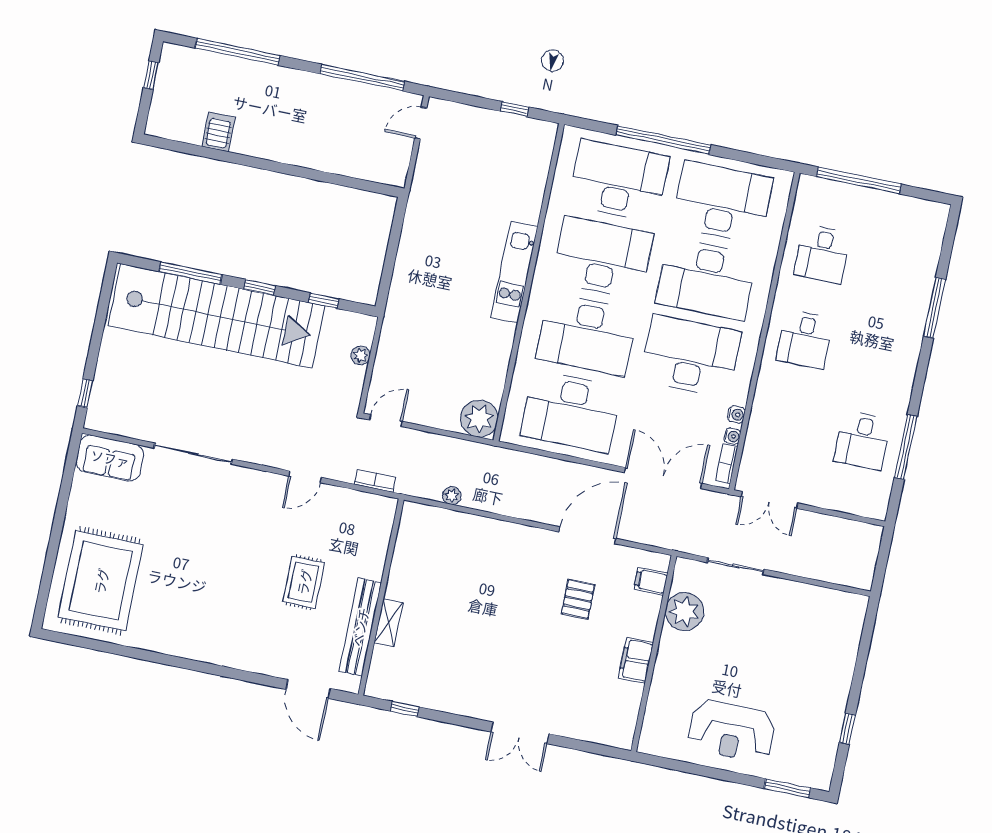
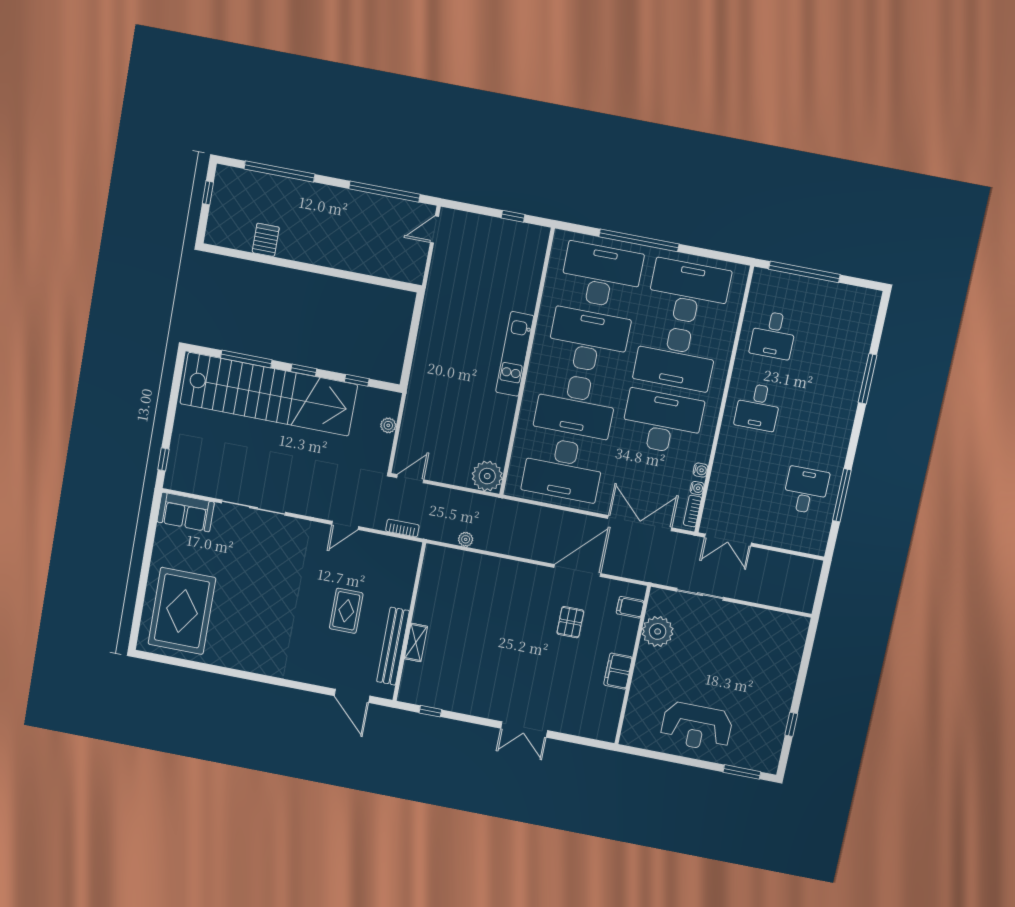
desk: (863, 441) -> (806, 490), turned 180

